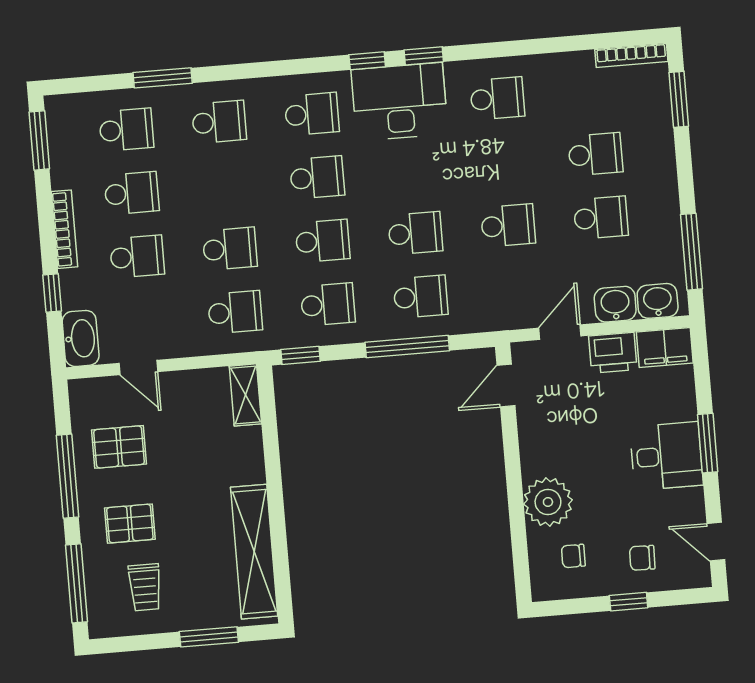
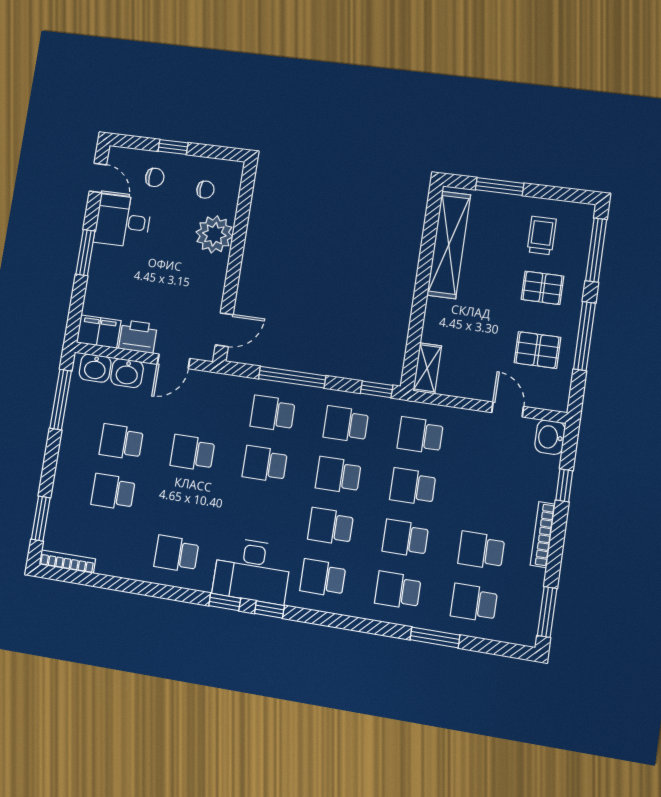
school desk: (137, 257) -> (405, 538), moved
washbasin: (81, 338) -> (550, 437), width x0.72
desk: (666, 456) -> (123, 221), moved

